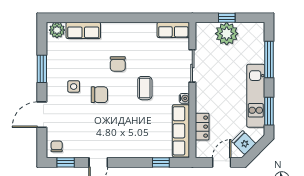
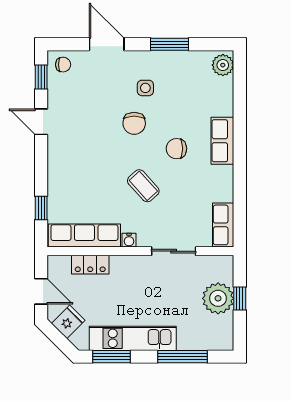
row of seats: (83, 30) -> (222, 141), moved
coffee table: (145, 88) -> (143, 186), turned 48

